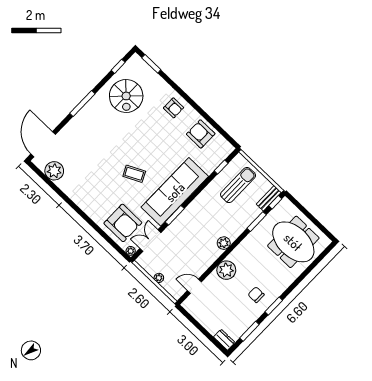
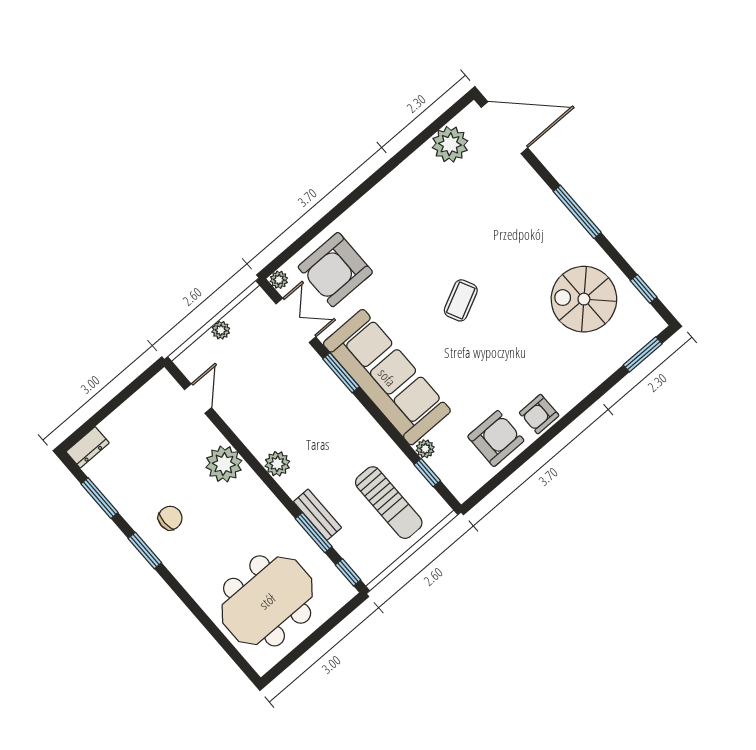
armchair: (174, 108) -> (539, 414), moved
plant: (209, 169) -> (425, 449), added
coffee table: (134, 174) -> (461, 300), moved
bench: (269, 198) -> (317, 515), moved

